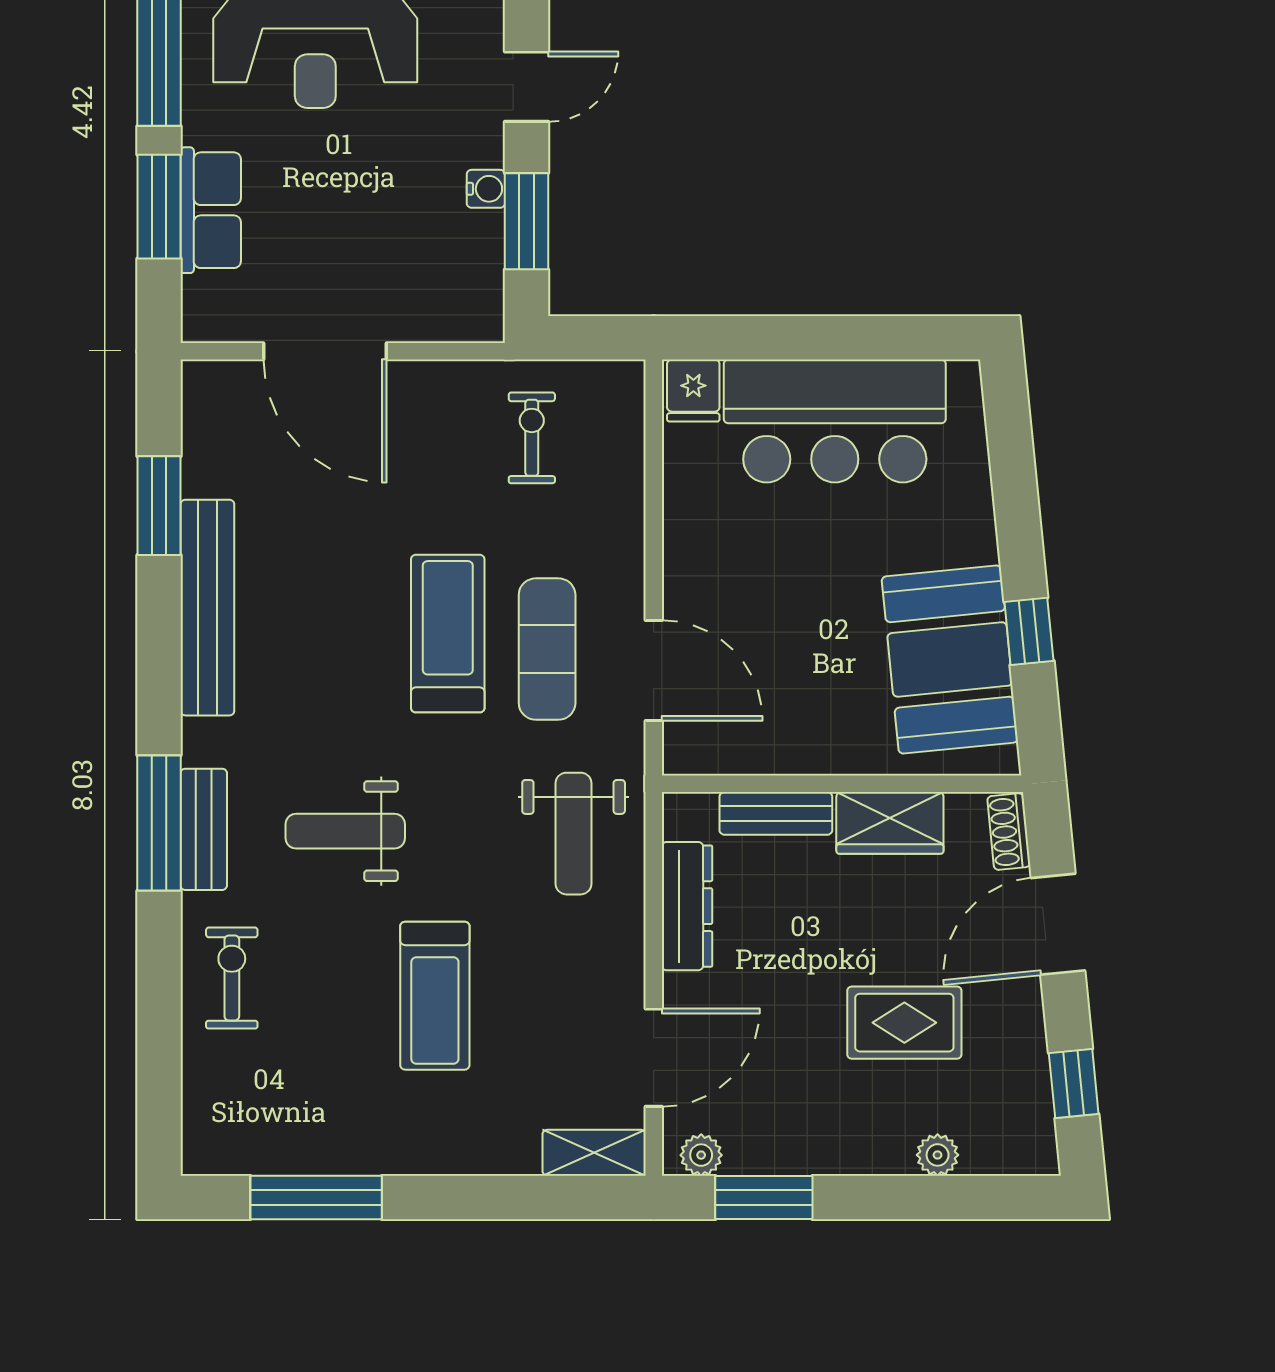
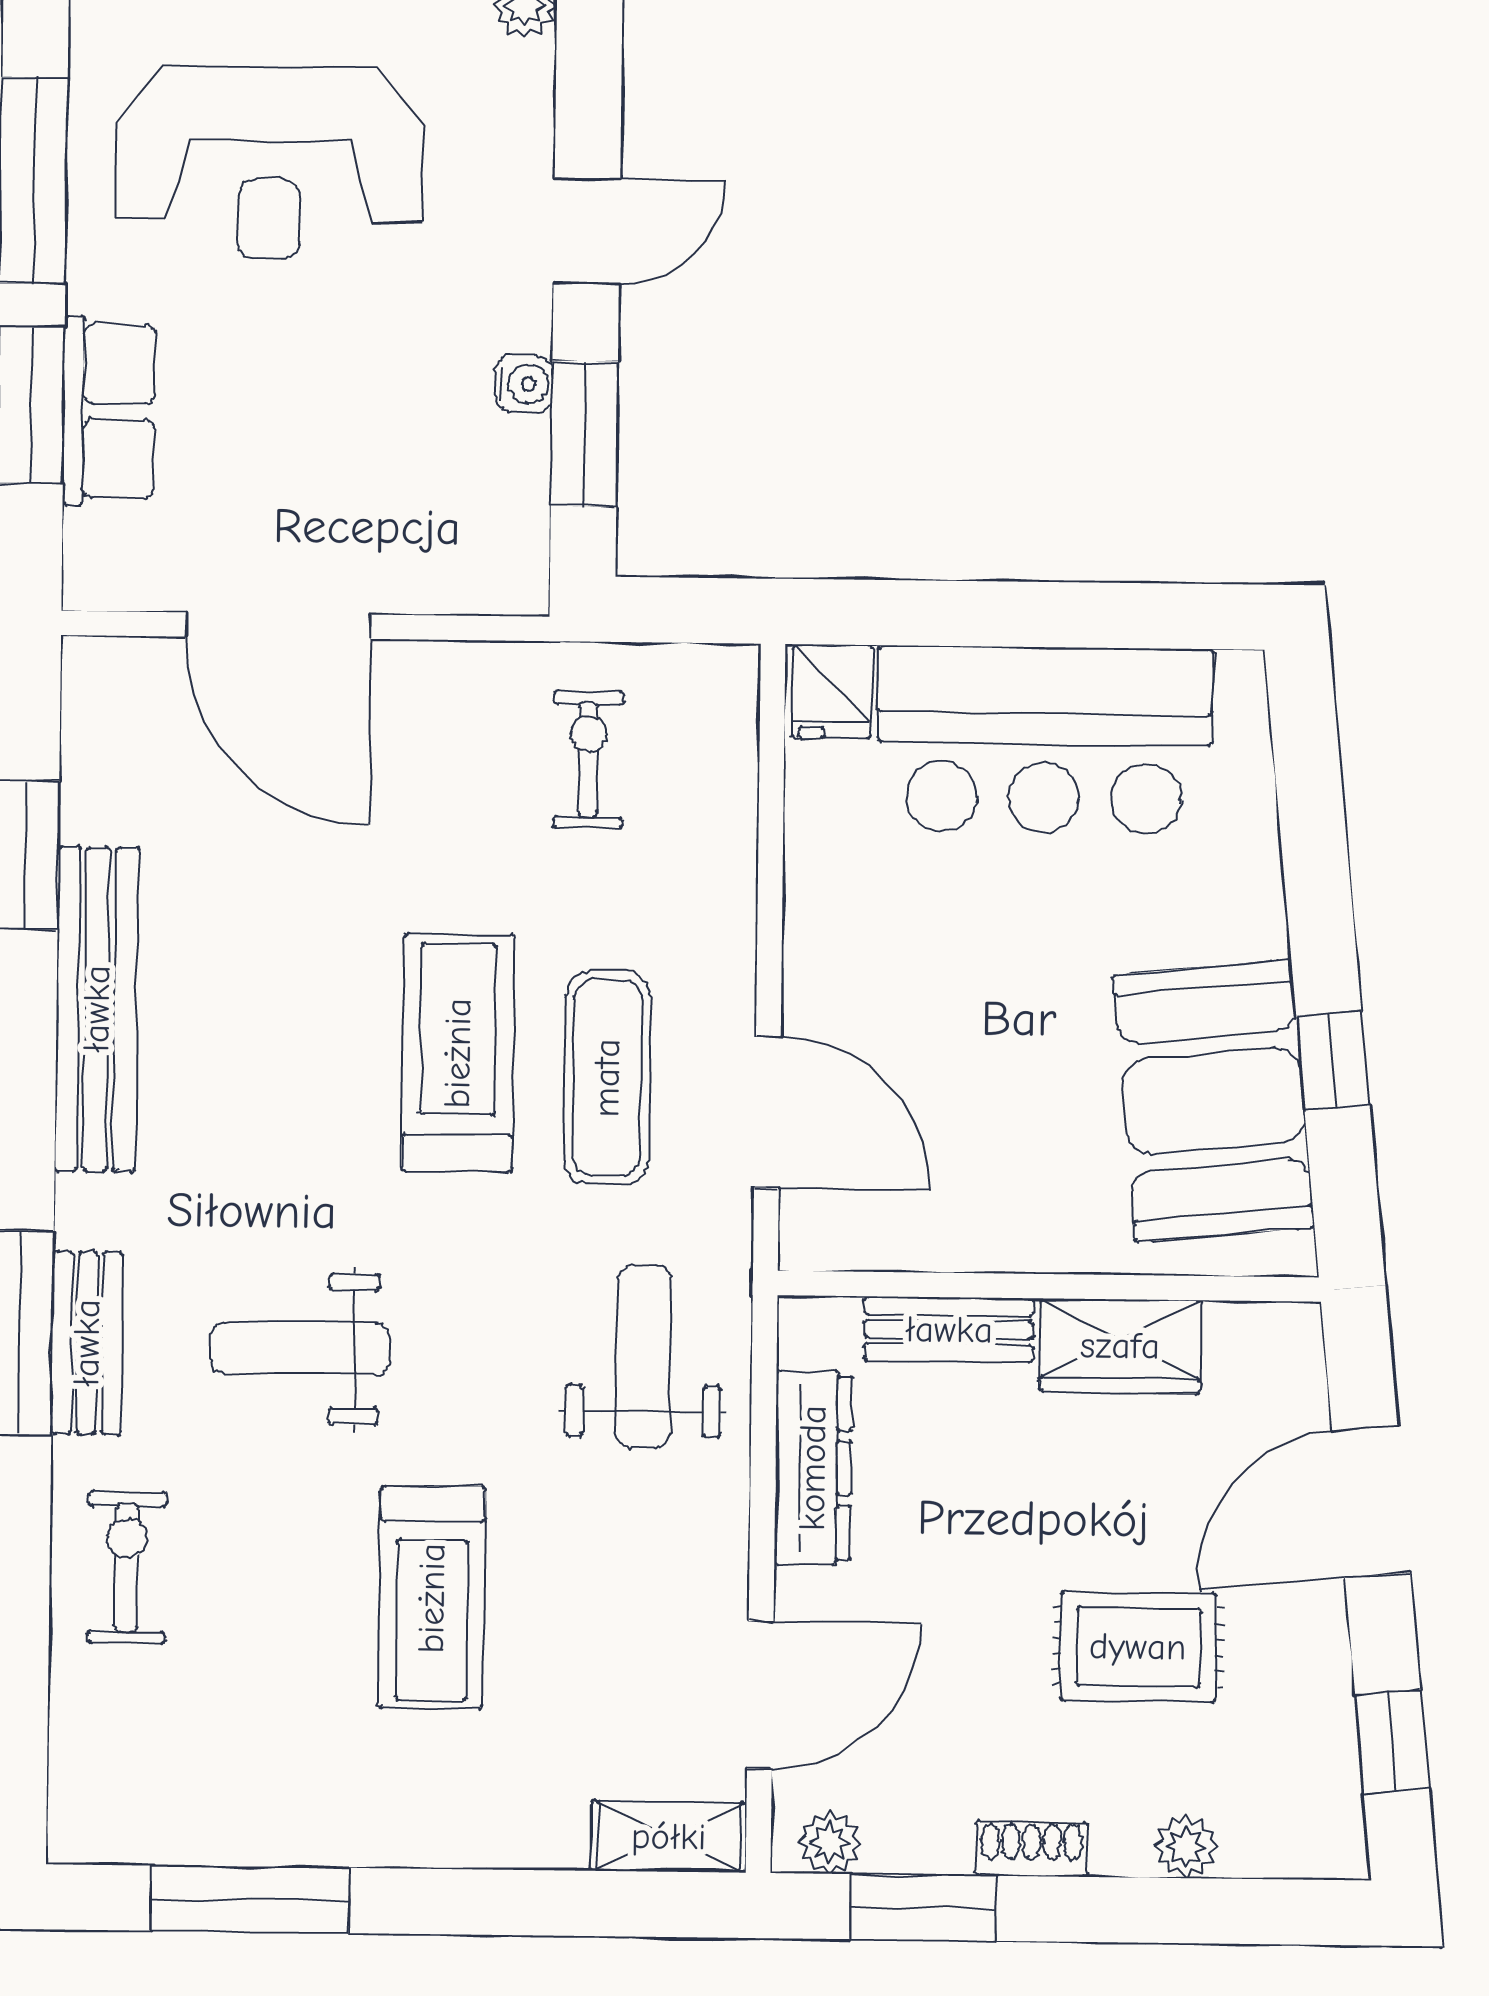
shoe rack: (1009, 832) -> (1031, 1849), moved, turned 96
weight bench: (574, 834) -> (644, 1356), turned 180

